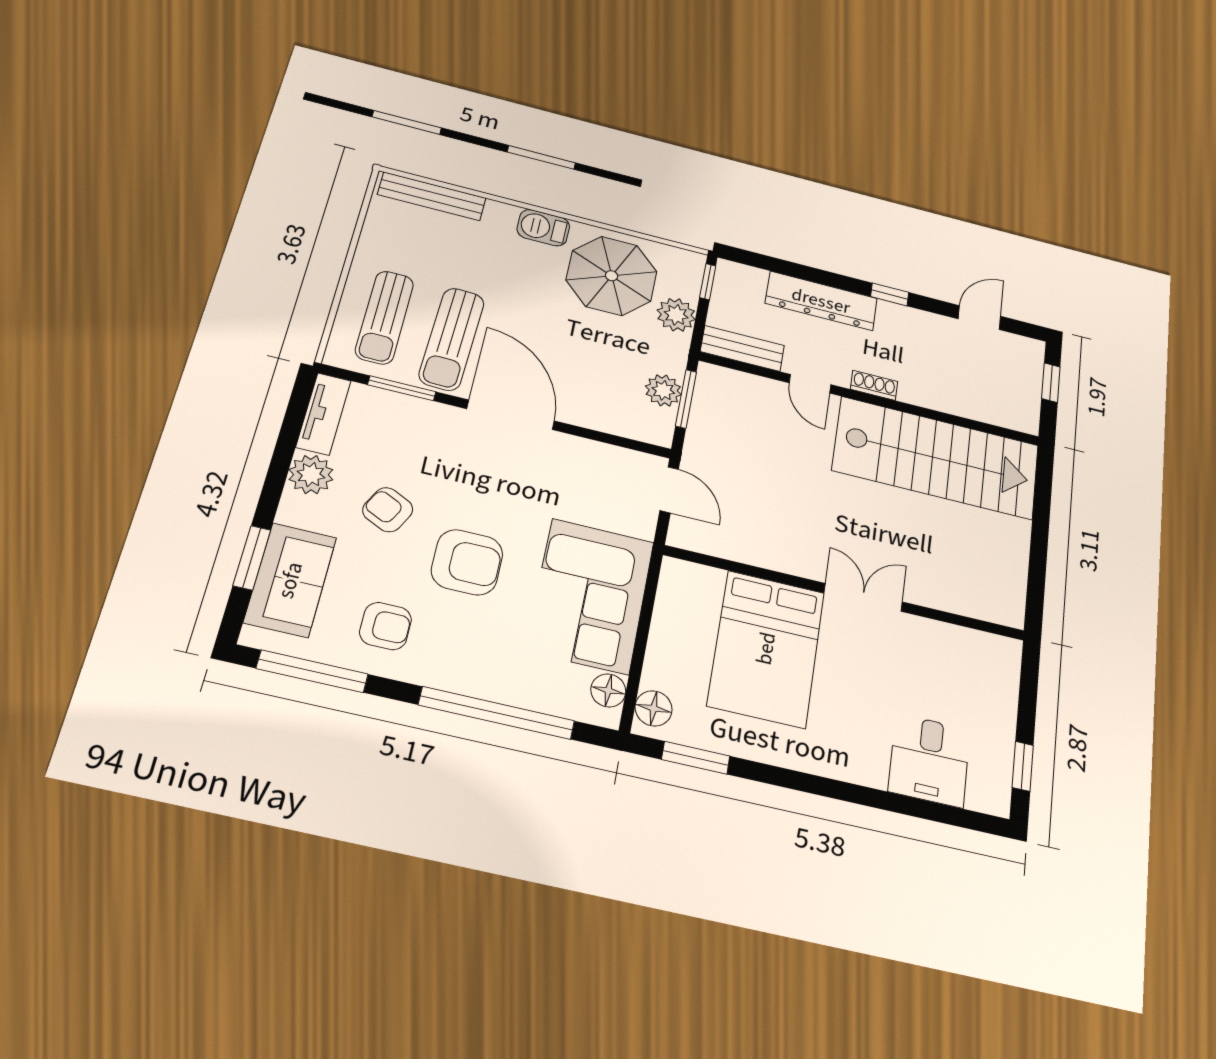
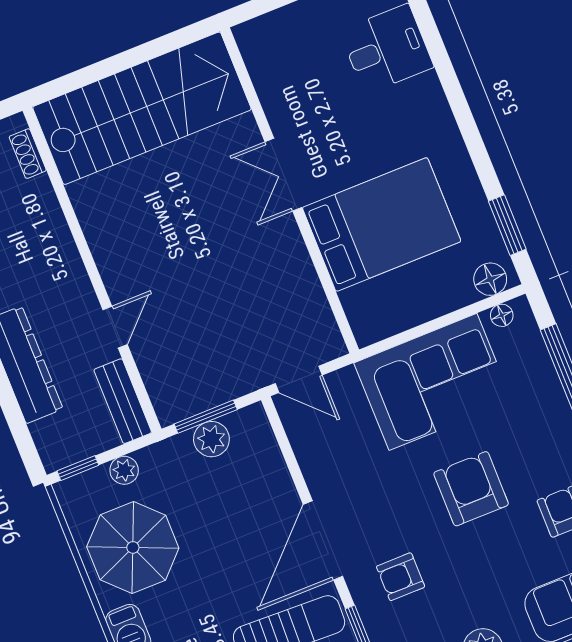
plant: (676, 315) -> (124, 470), width x0.73, depth x0.73
shoe rack: (874, 385) -> (28, 154), moved
stairs: (936, 458) -> (142, 108), moved, turned 90
door: (669, 490) -> (299, 379), swing flipped
armchair: (388, 510) -> (401, 577), moved, turned 64
floor lamp: (608, 690) -> (502, 315), width x0.73, depth x0.73

